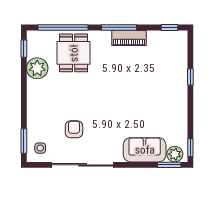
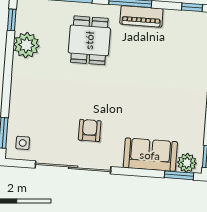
dining table: (74, 53) -> (89, 40), moved
armchair: (74, 129) -> (90, 130), moved

